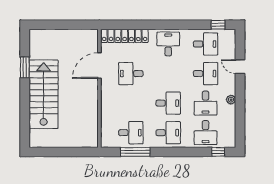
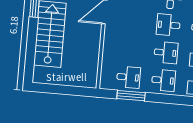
desk: (131, 74) -> (168, 25), moved

